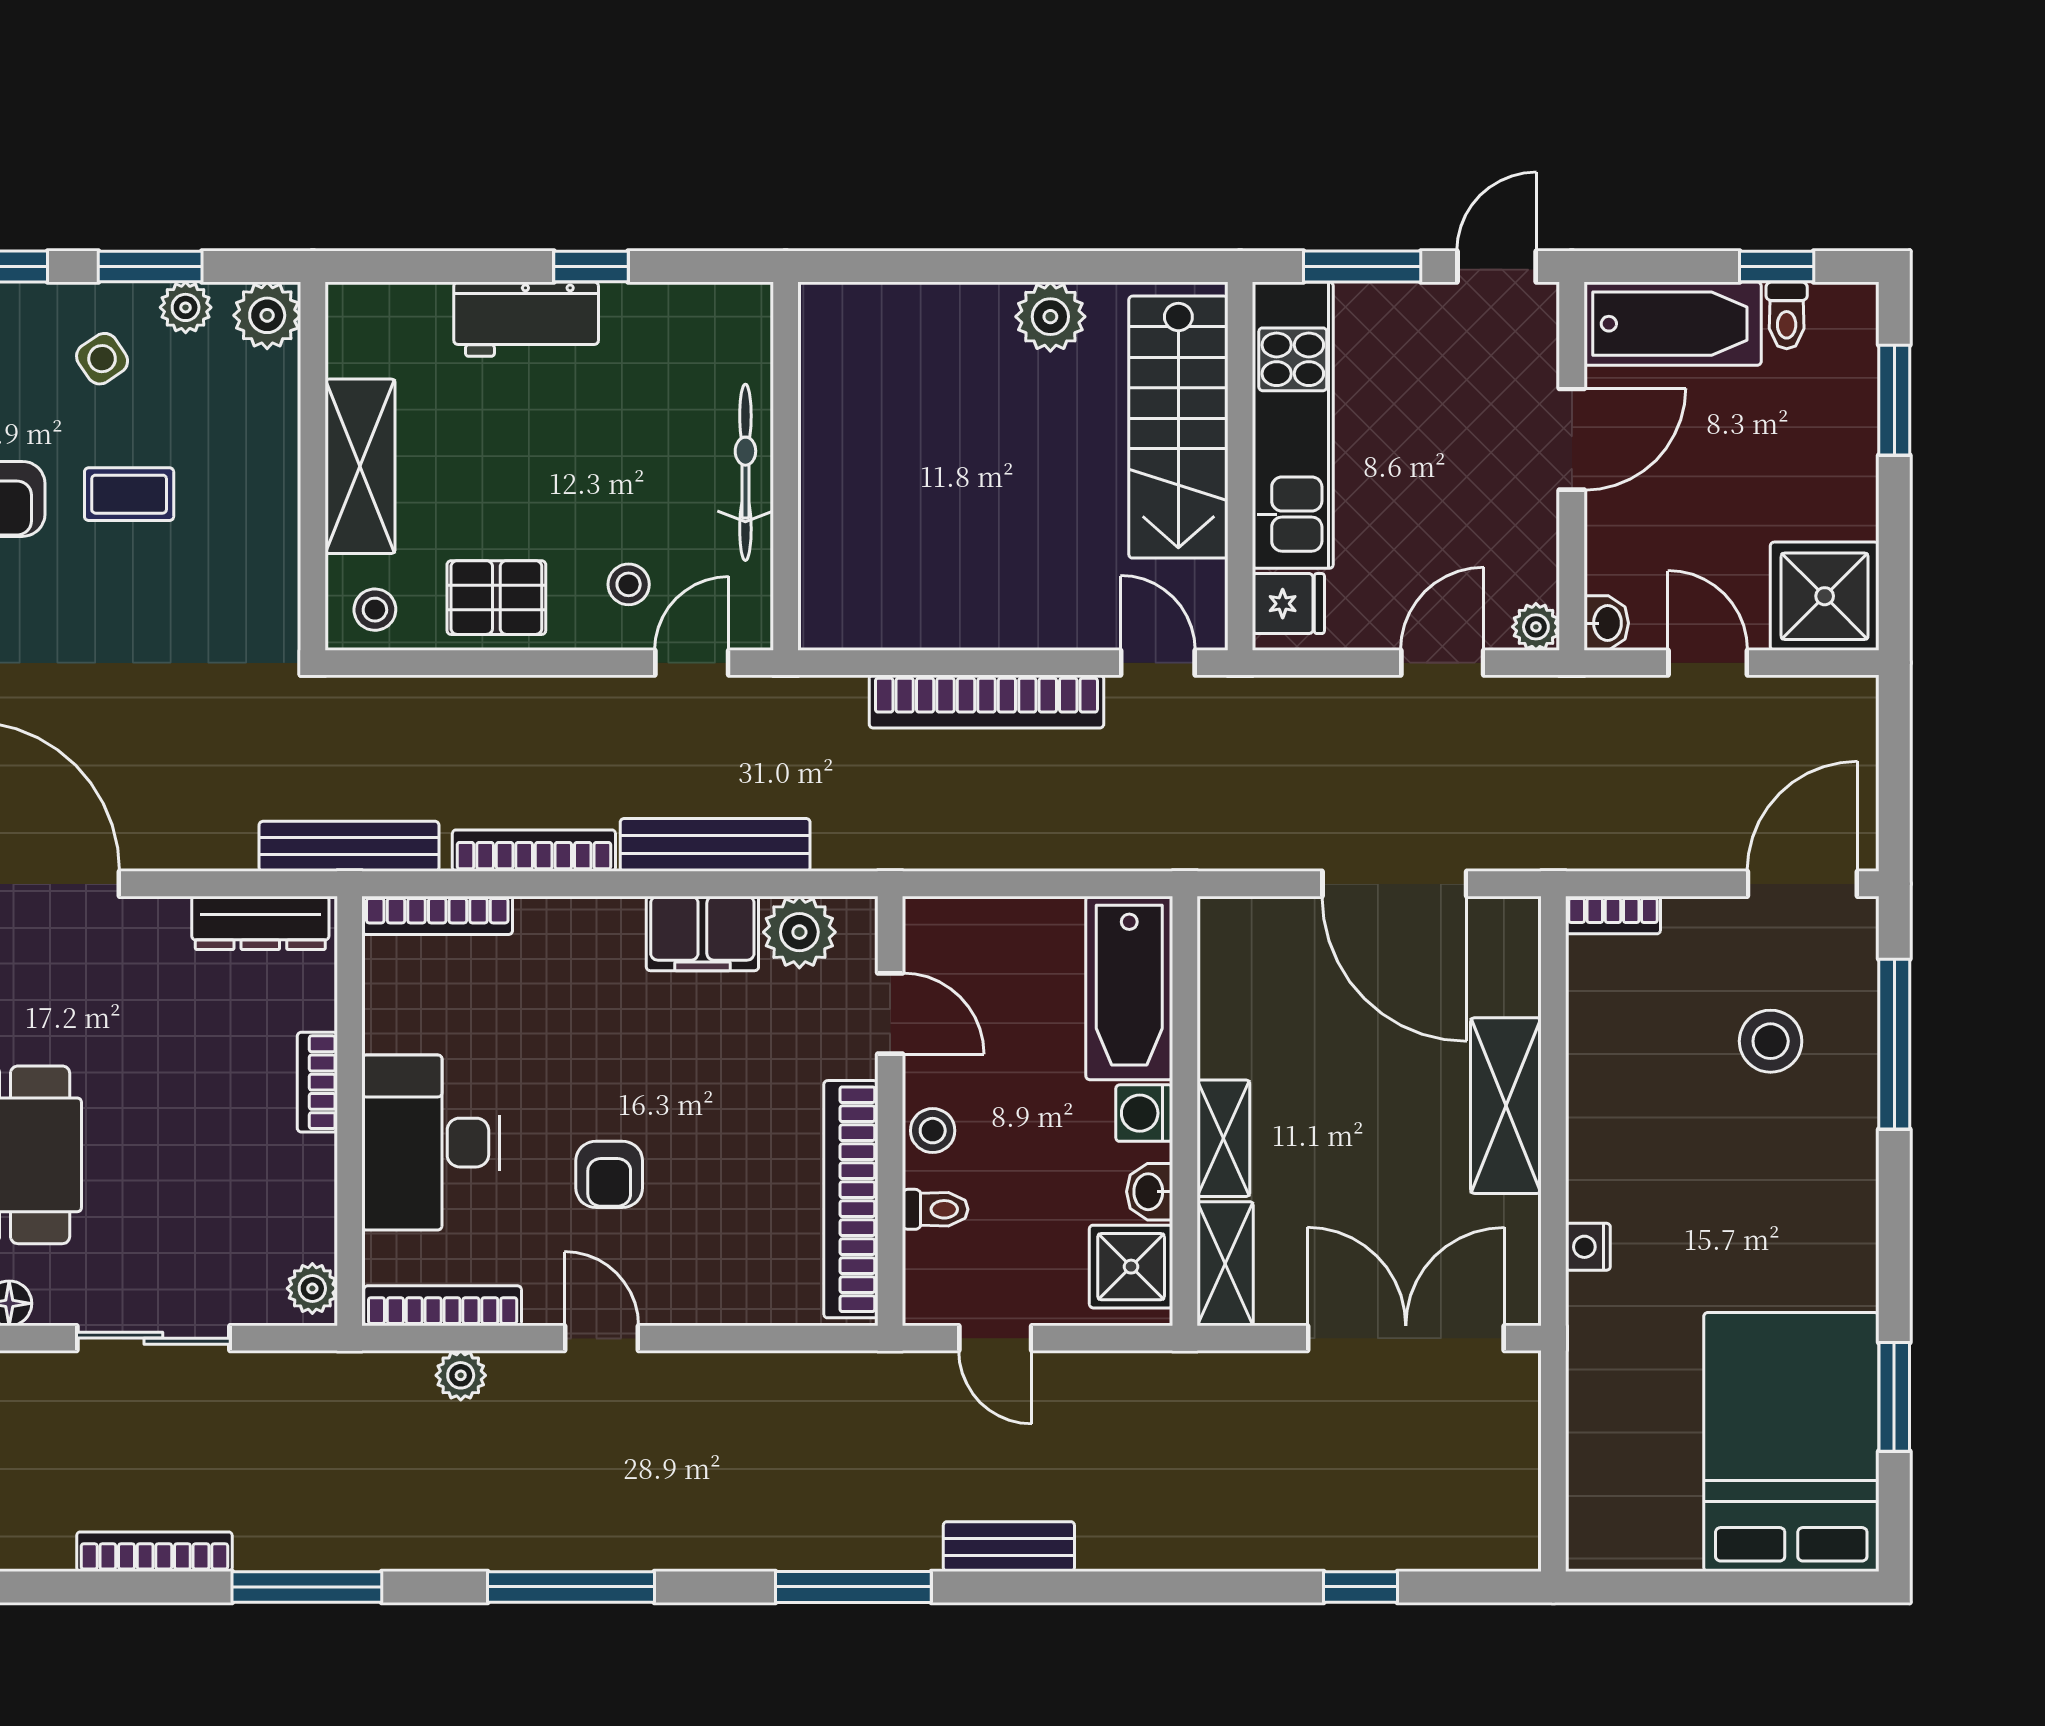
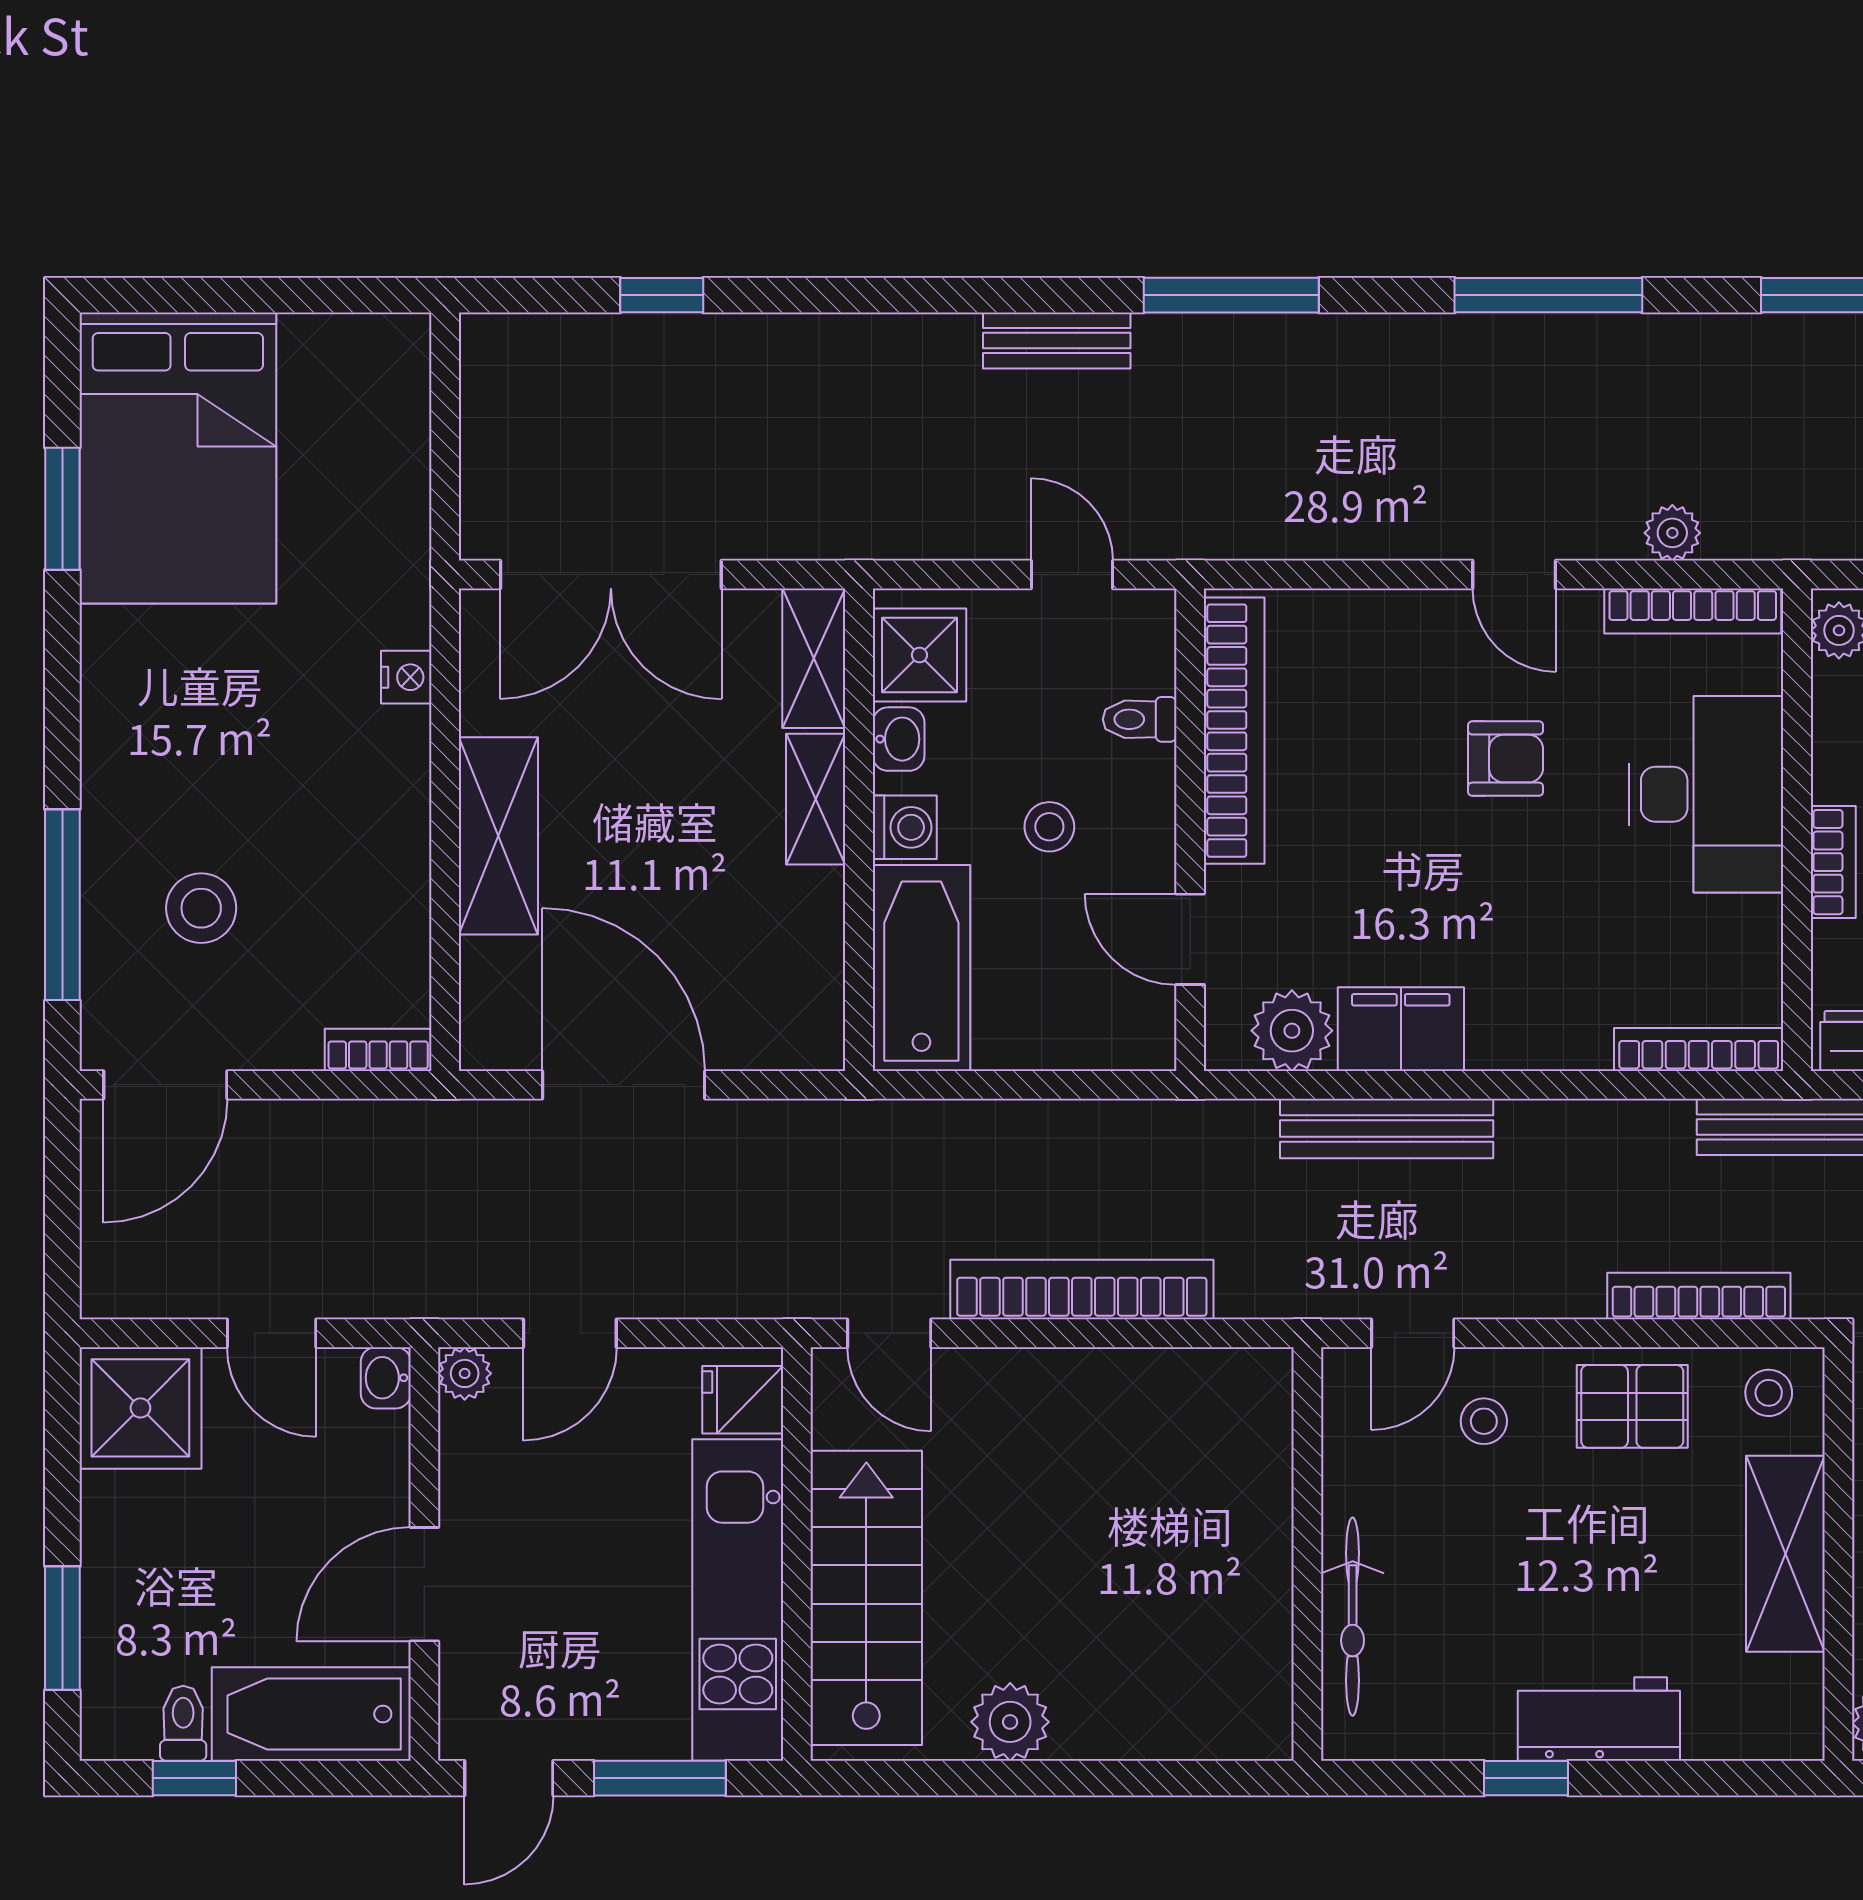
bicycle: (745, 472) -> (1353, 1617), moved
bookcase: (534, 851) -> (1699, 1296), moved, turned 180
stool: (933, 1131) -> (1049, 827), moved
armchair: (609, 1174) -> (1506, 759), turned 90

